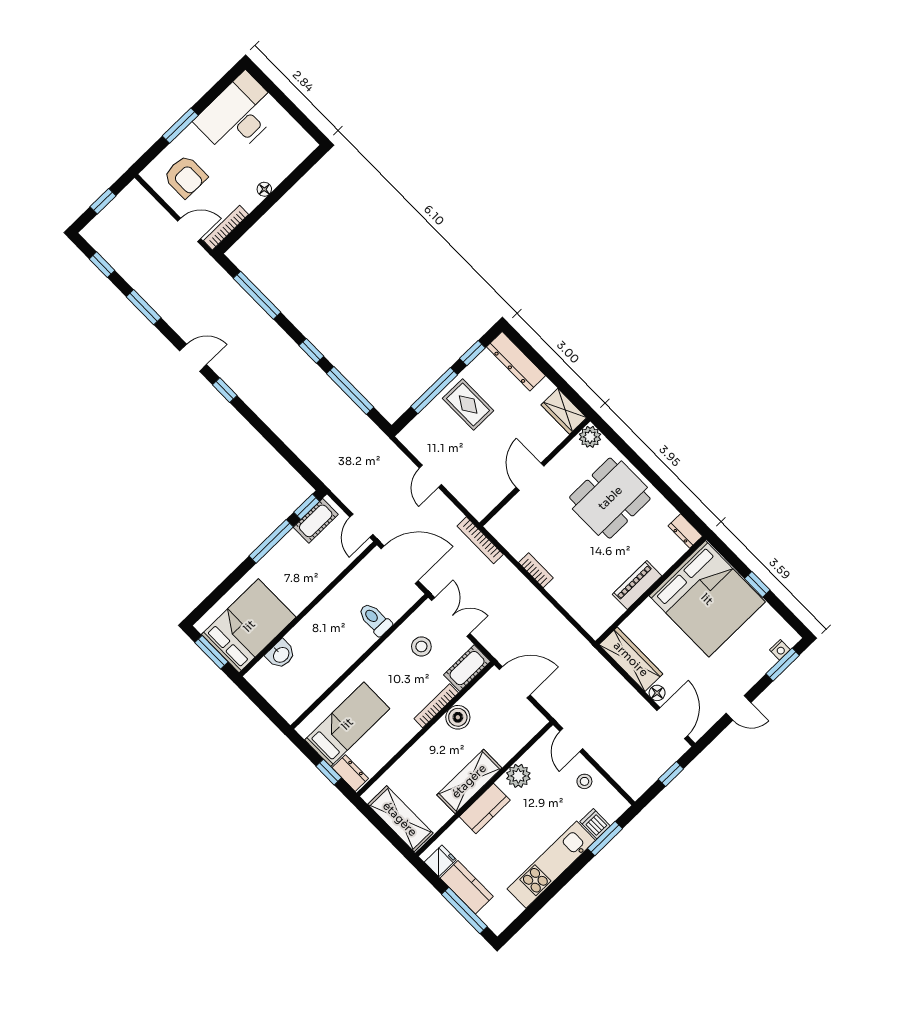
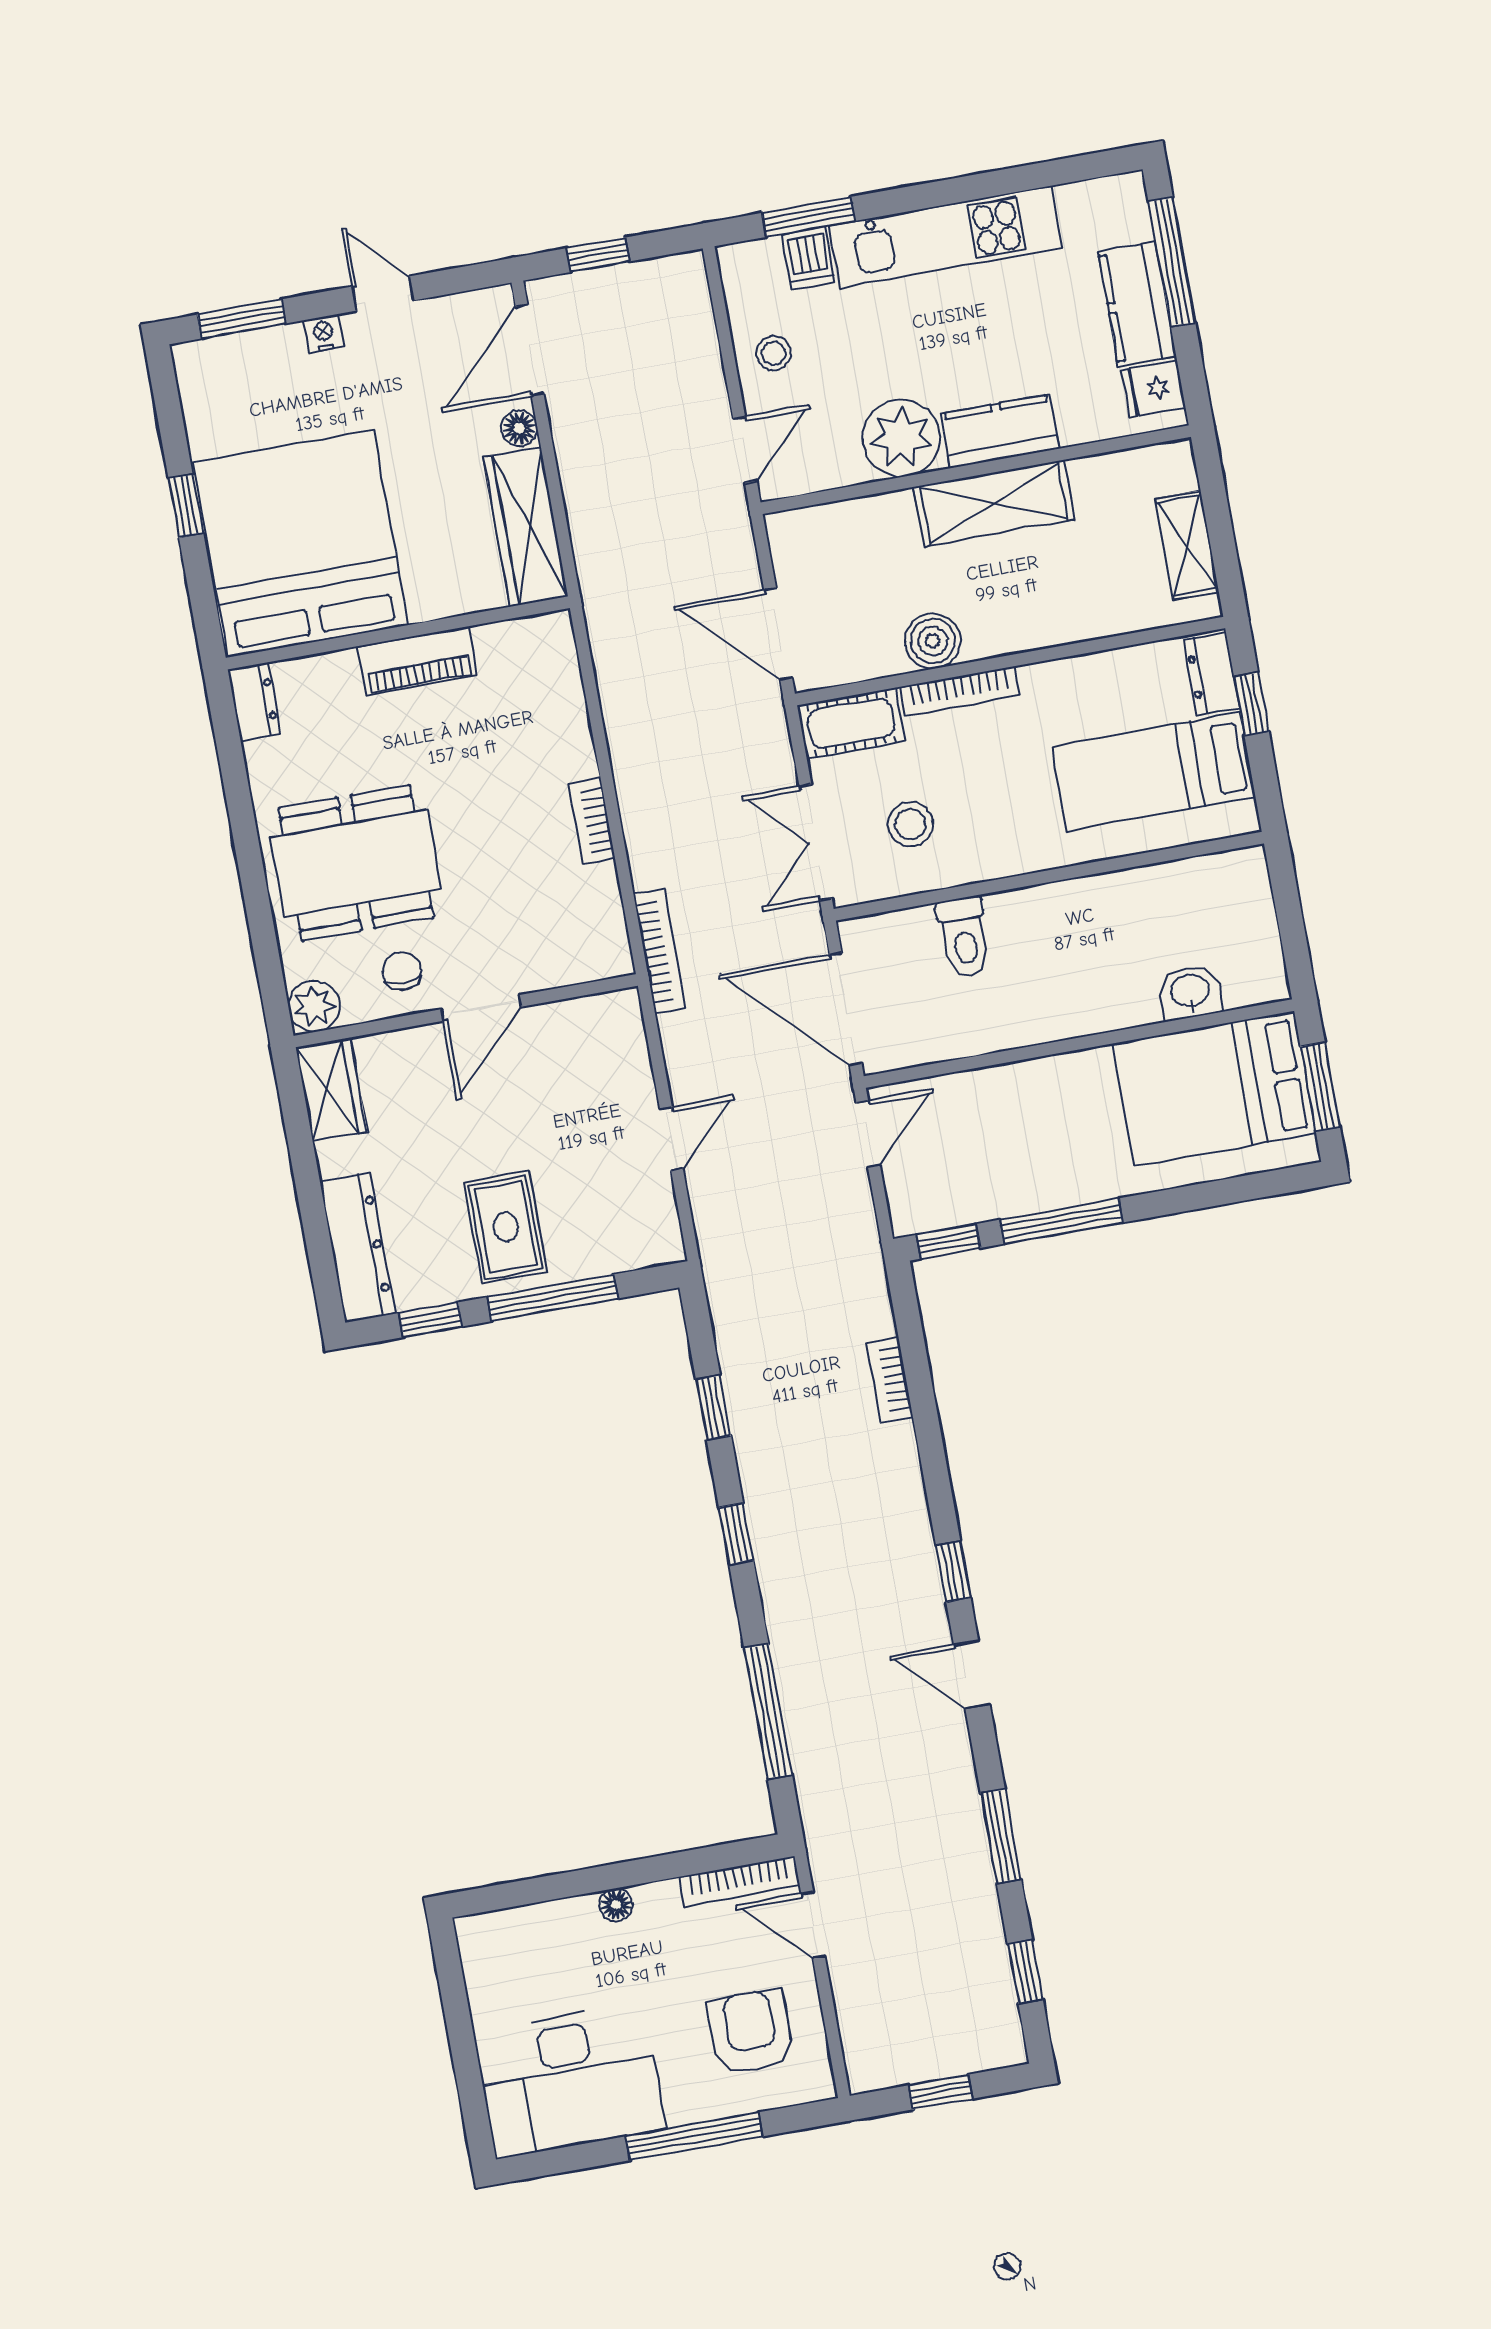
window: (180, 126) -> (694, 2136), width x1.44
window: (350, 390) -> (713, 1407), width x0.46
bookcase: (294, 443) -> (890, 1380), added
chair: (567, 471) -> (402, 971), added
cot: (316, 521) -> (949, 1202), removed
nightstand: (780, 650) -> (324, 334), moved
plant: (518, 776) -> (901, 438), width x1.36, depth x1.36
shelving: (400, 819) -> (1187, 545), width x0.67, depth x0.75

